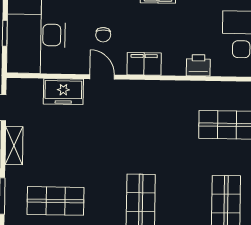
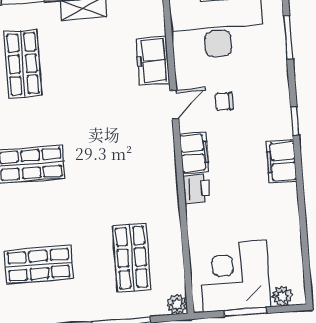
printer: (198, 65) -> (196, 189), moved

